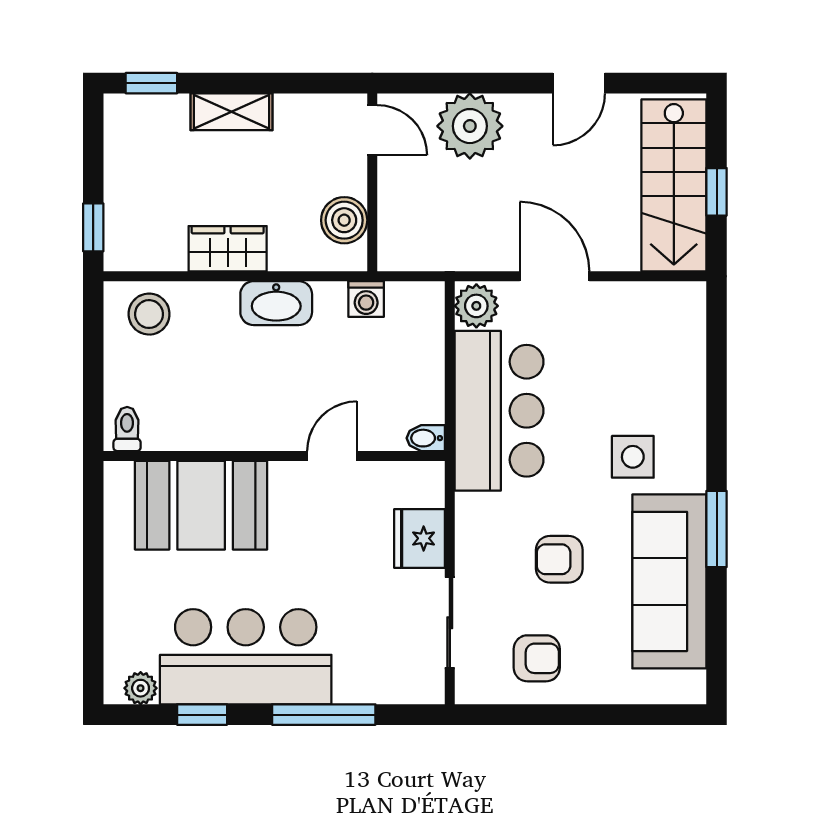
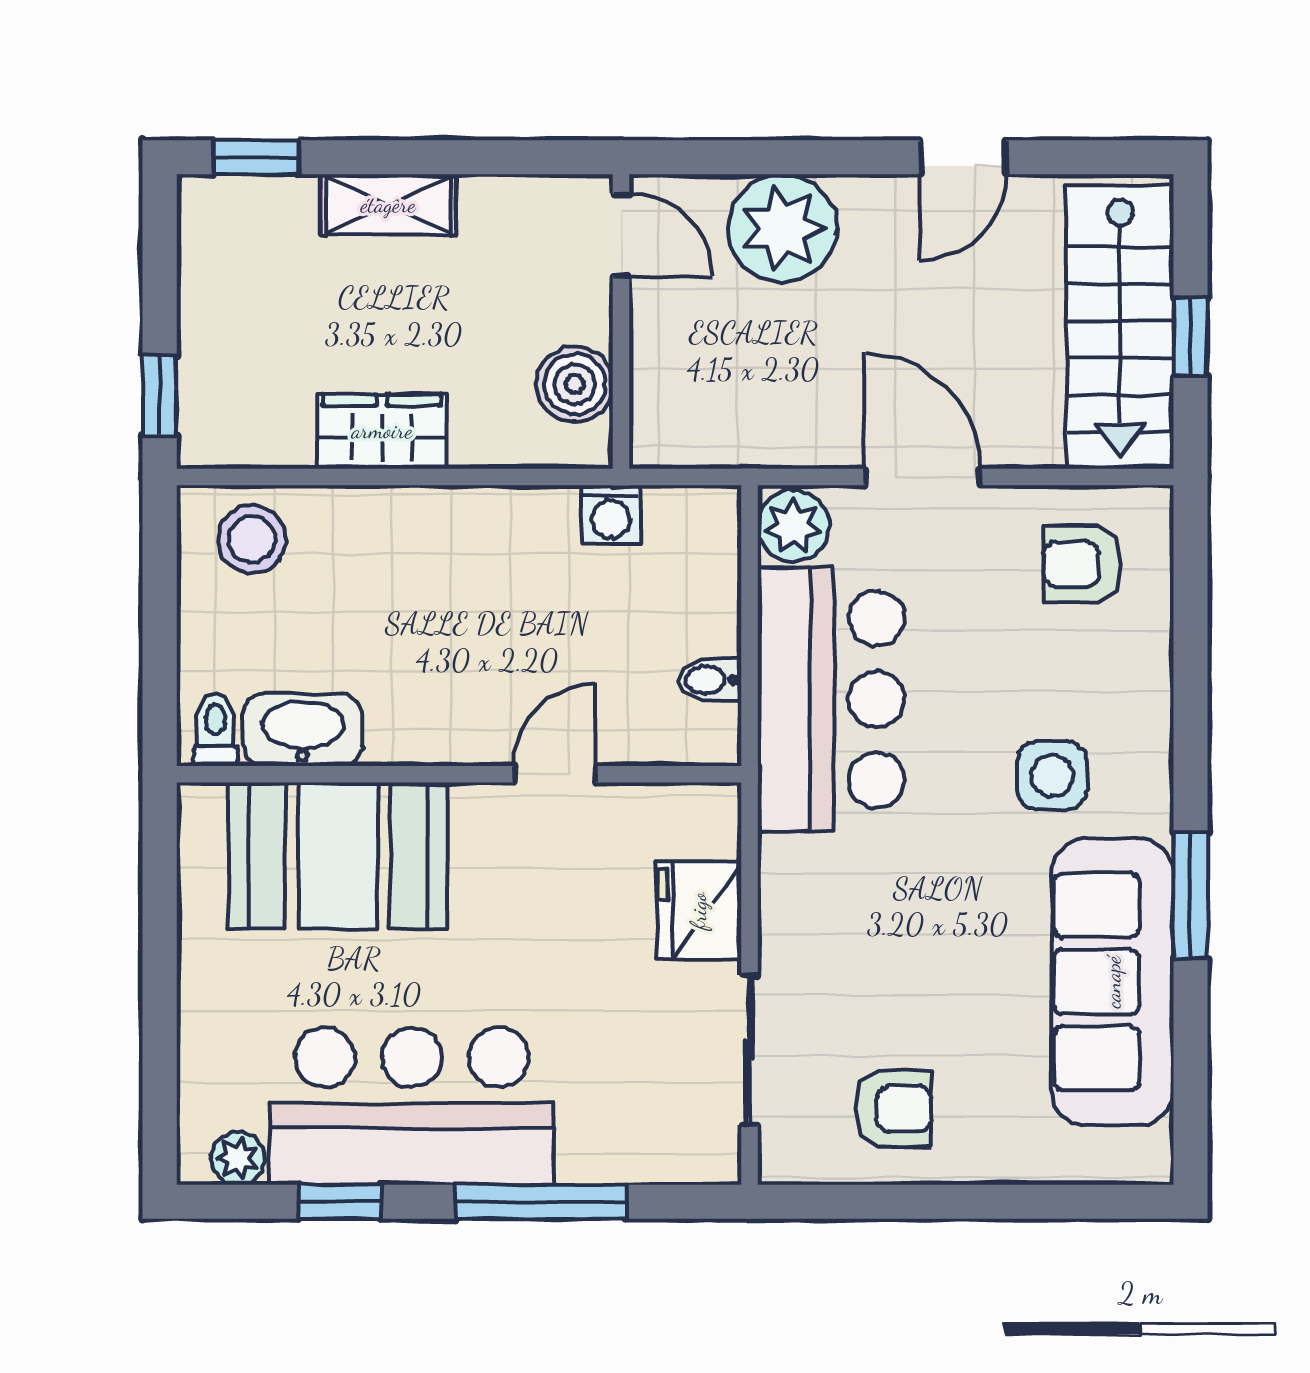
washbasin: (276, 303) -> (303, 730), moved, turned 180
bidet: (426, 438) -> (710, 680), moved
armchair: (559, 559) -> (1082, 564), moved

